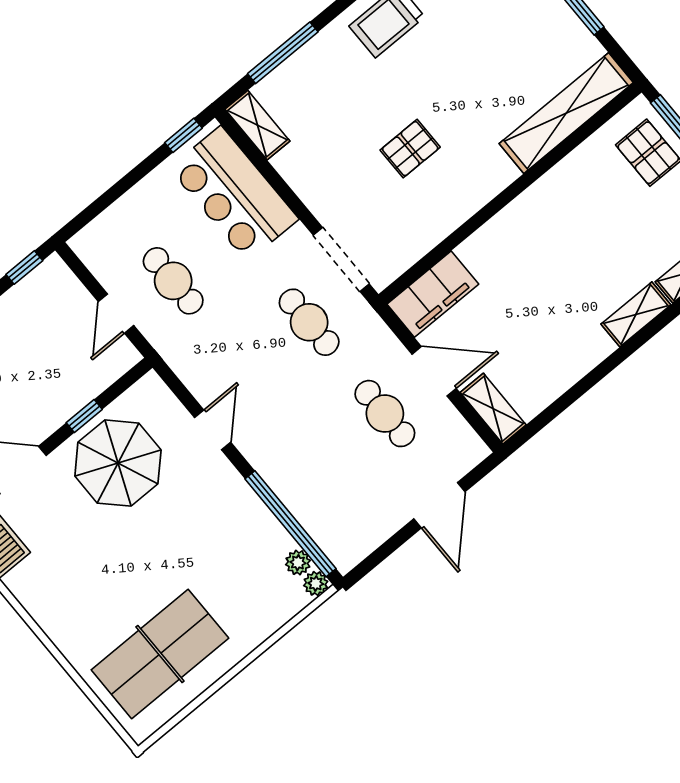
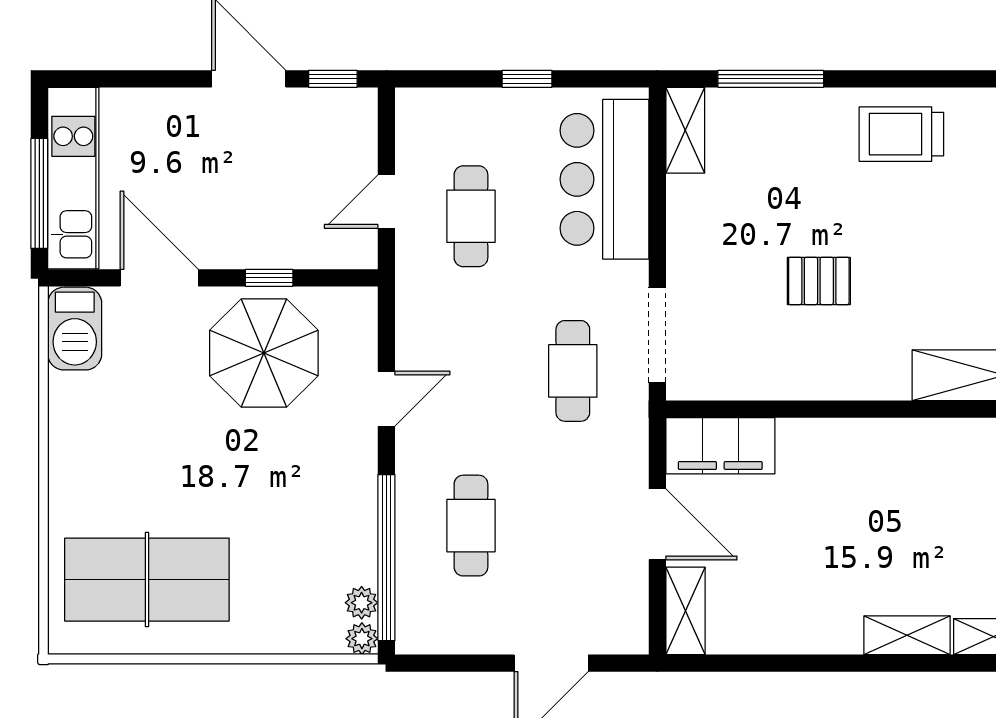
window: (183, 135) -> (527, 79), moved
cafe table: (385, 414) -> (471, 526), moved

